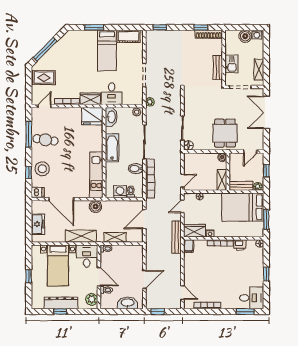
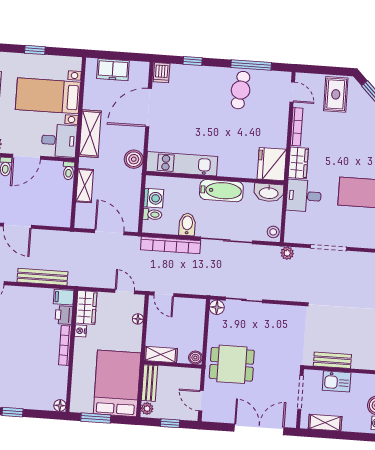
stool: (42, 169) -> (197, 82), removed
bench: (177, 237) -> (42, 277), moved
printer: (240, 245) -> (64, 315), moved

